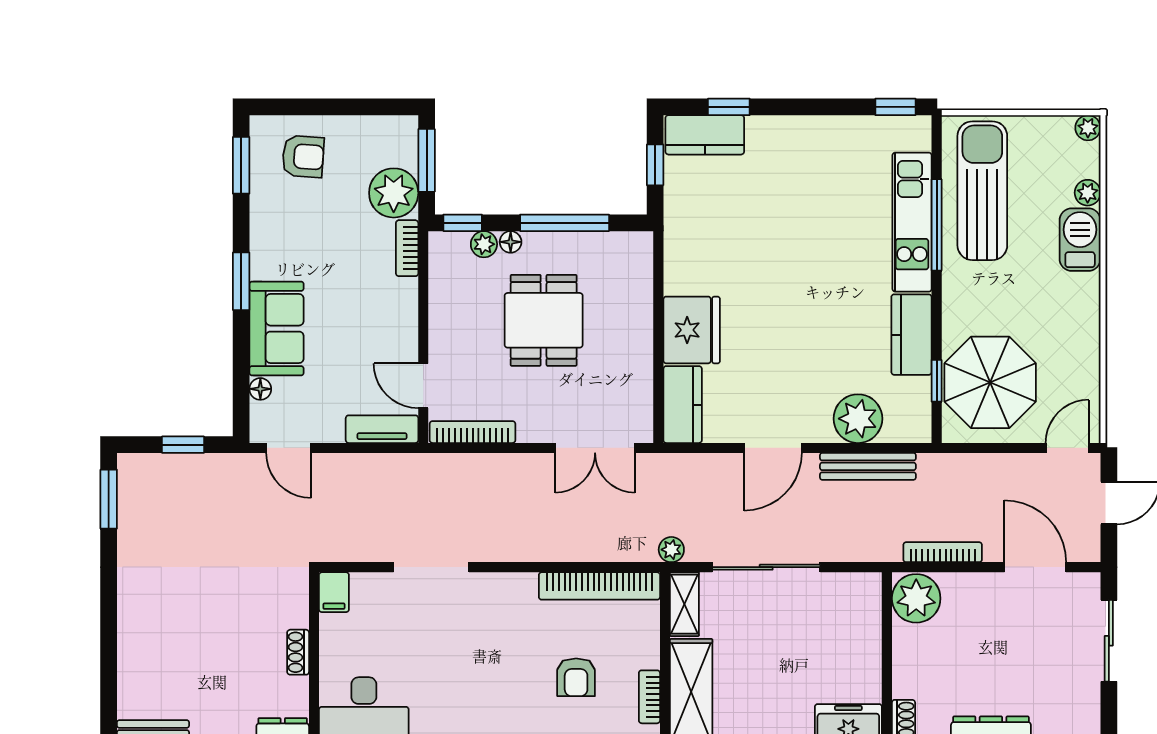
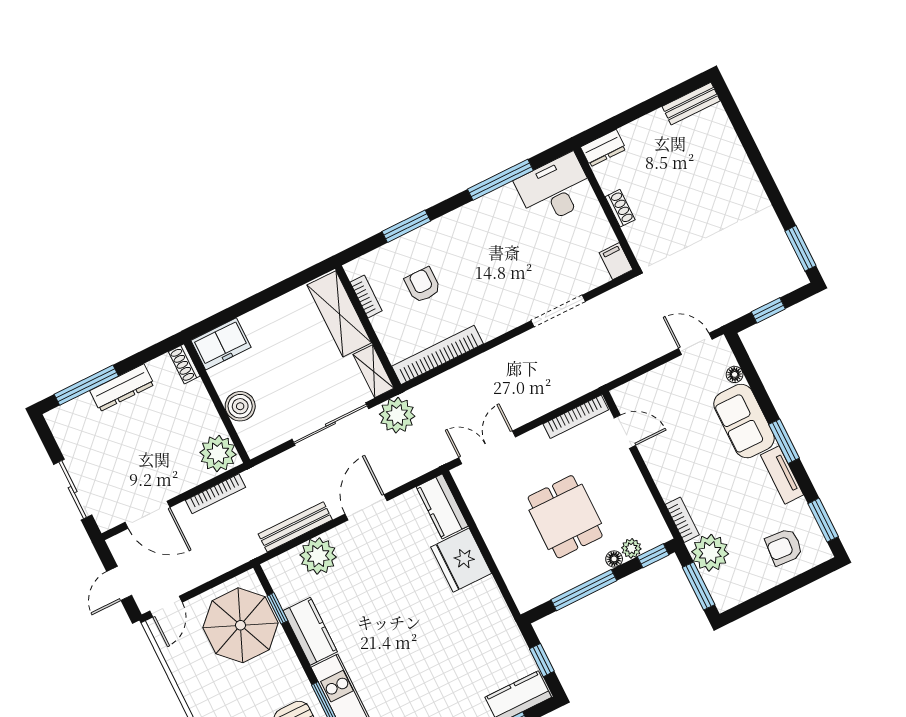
tv unit: (382, 429) -> (782, 475), moved, turned 90
plant: (671, 550) -> (397, 415), width x1.88, depth x1.88
boiler: (862, 641) -> (240, 406), added

